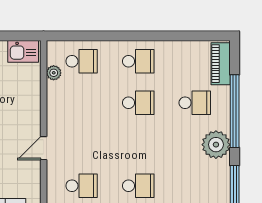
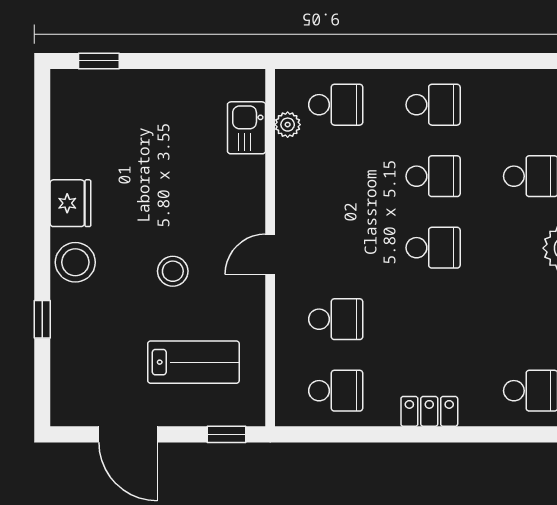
kitchen sink: (23, 51) -> (246, 128), moved, turned 90
school desk: (138, 186) -> (433, 248), moved

